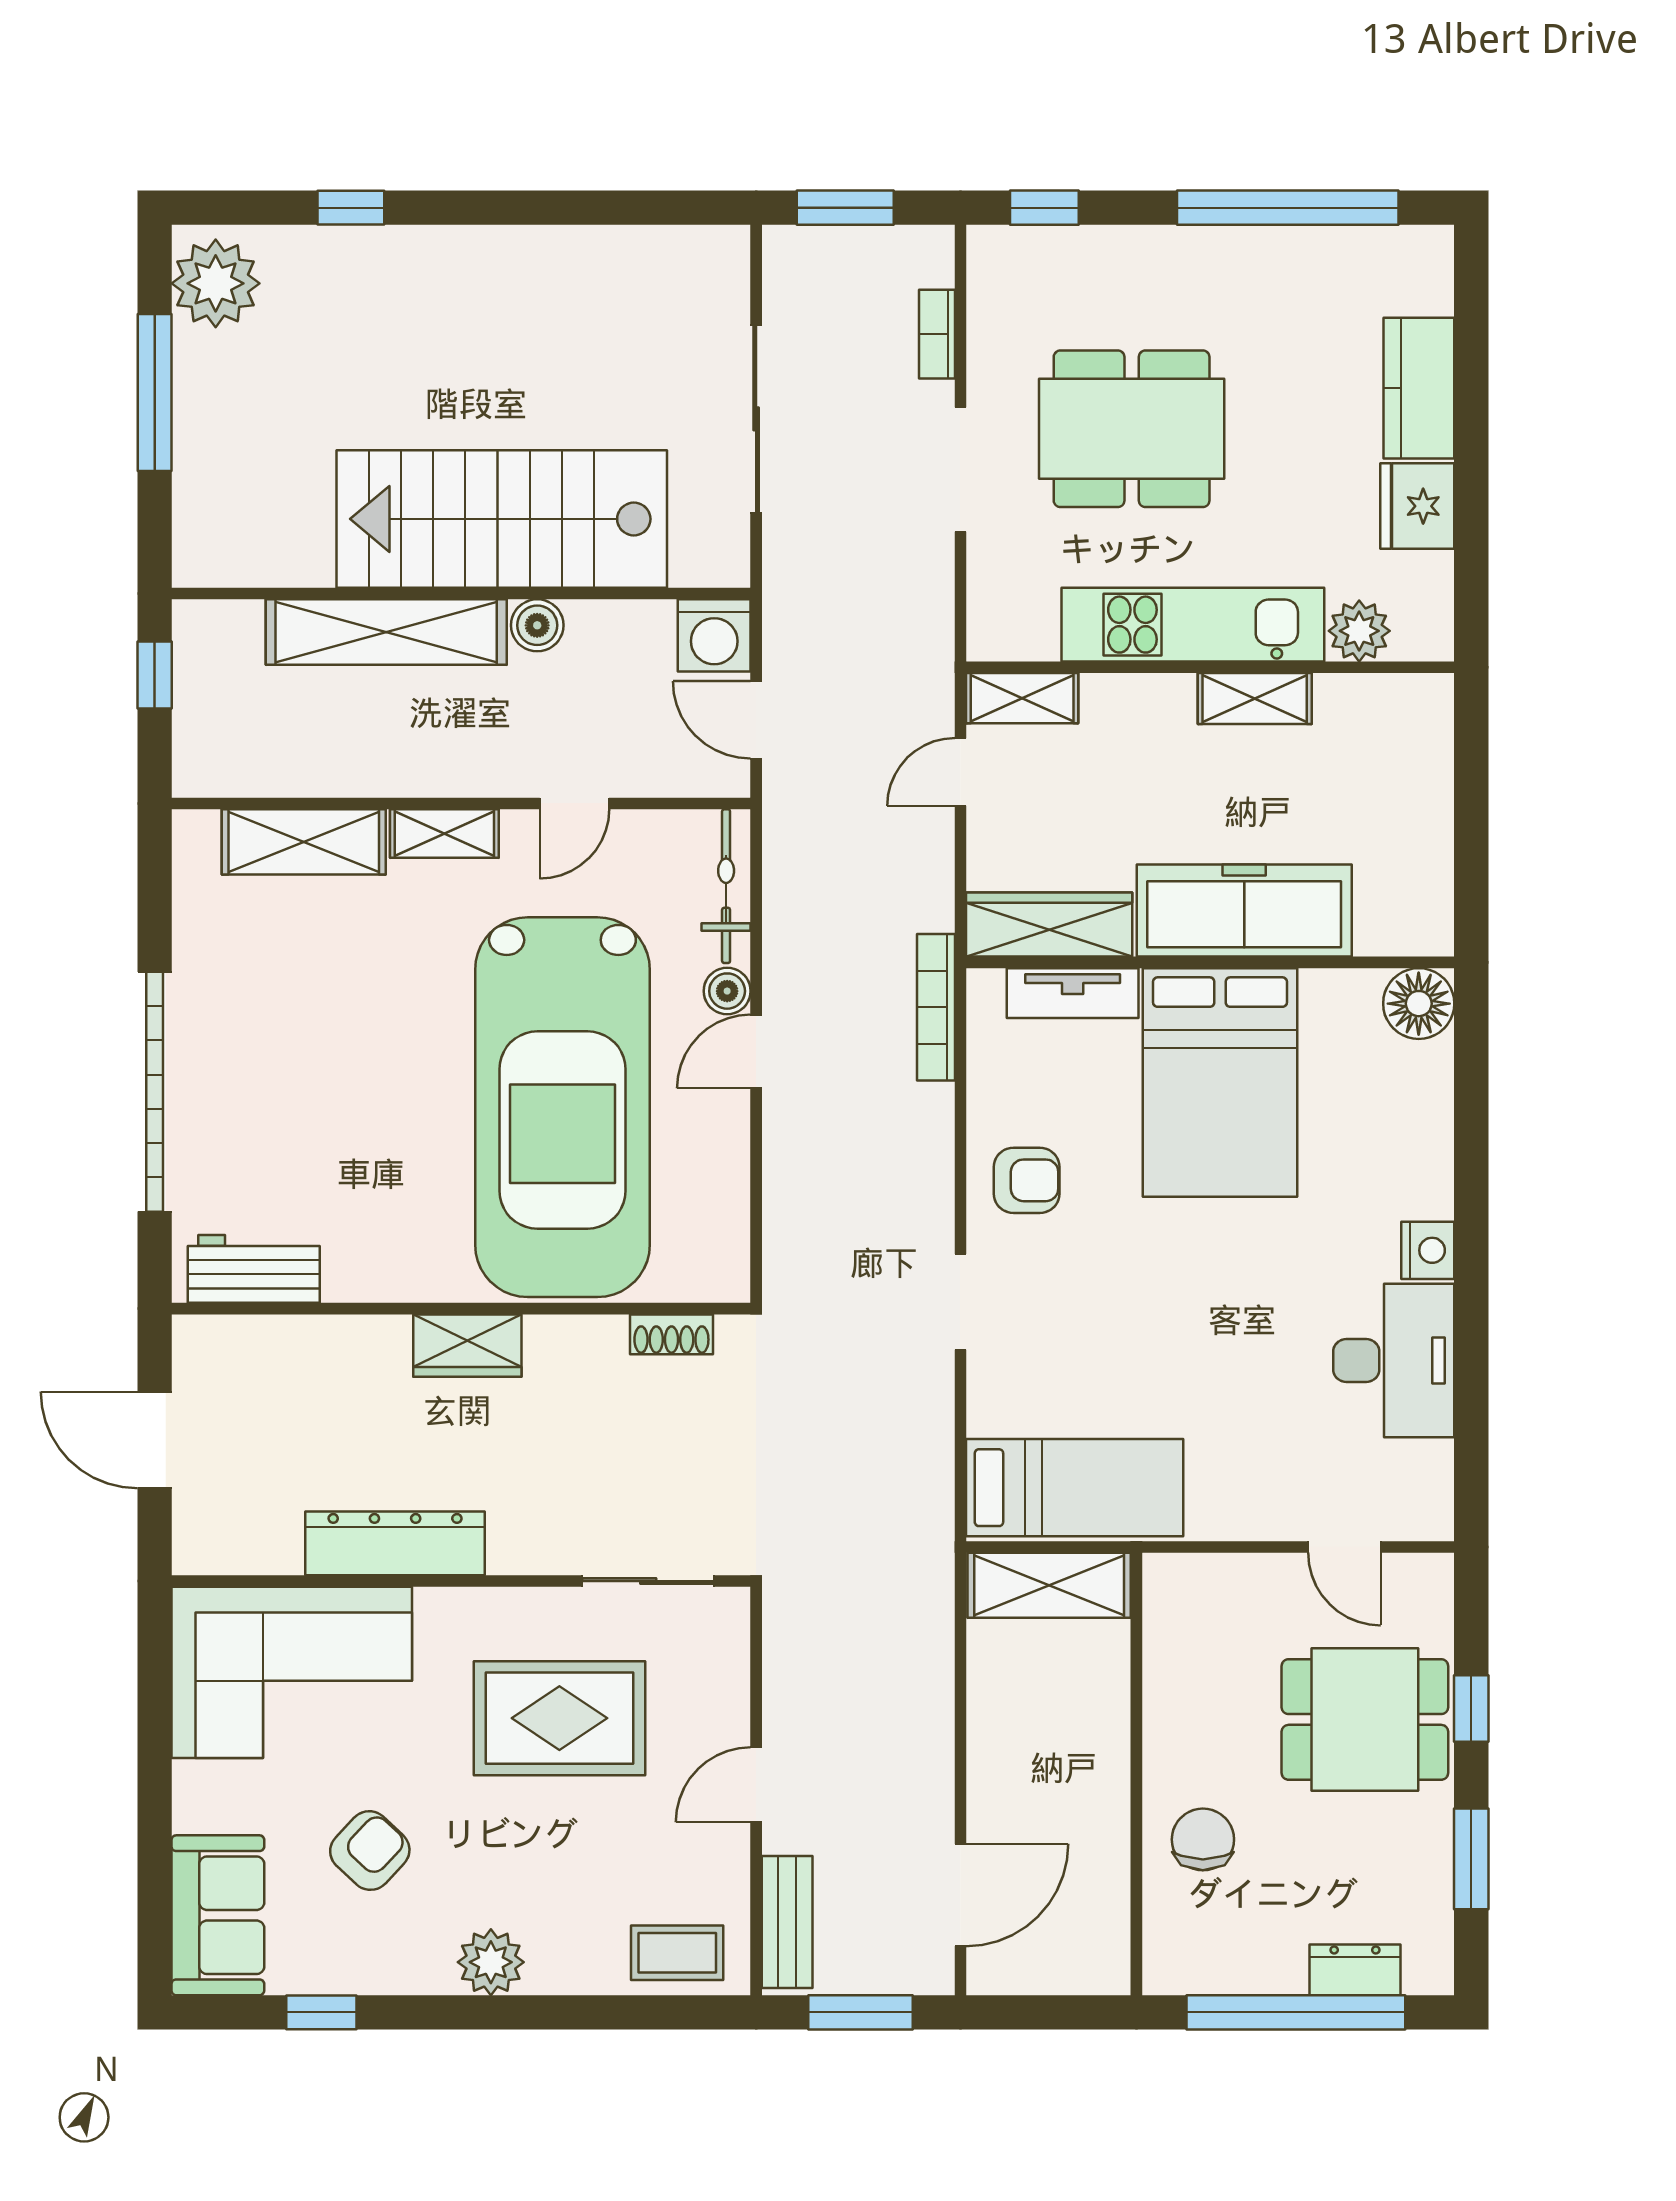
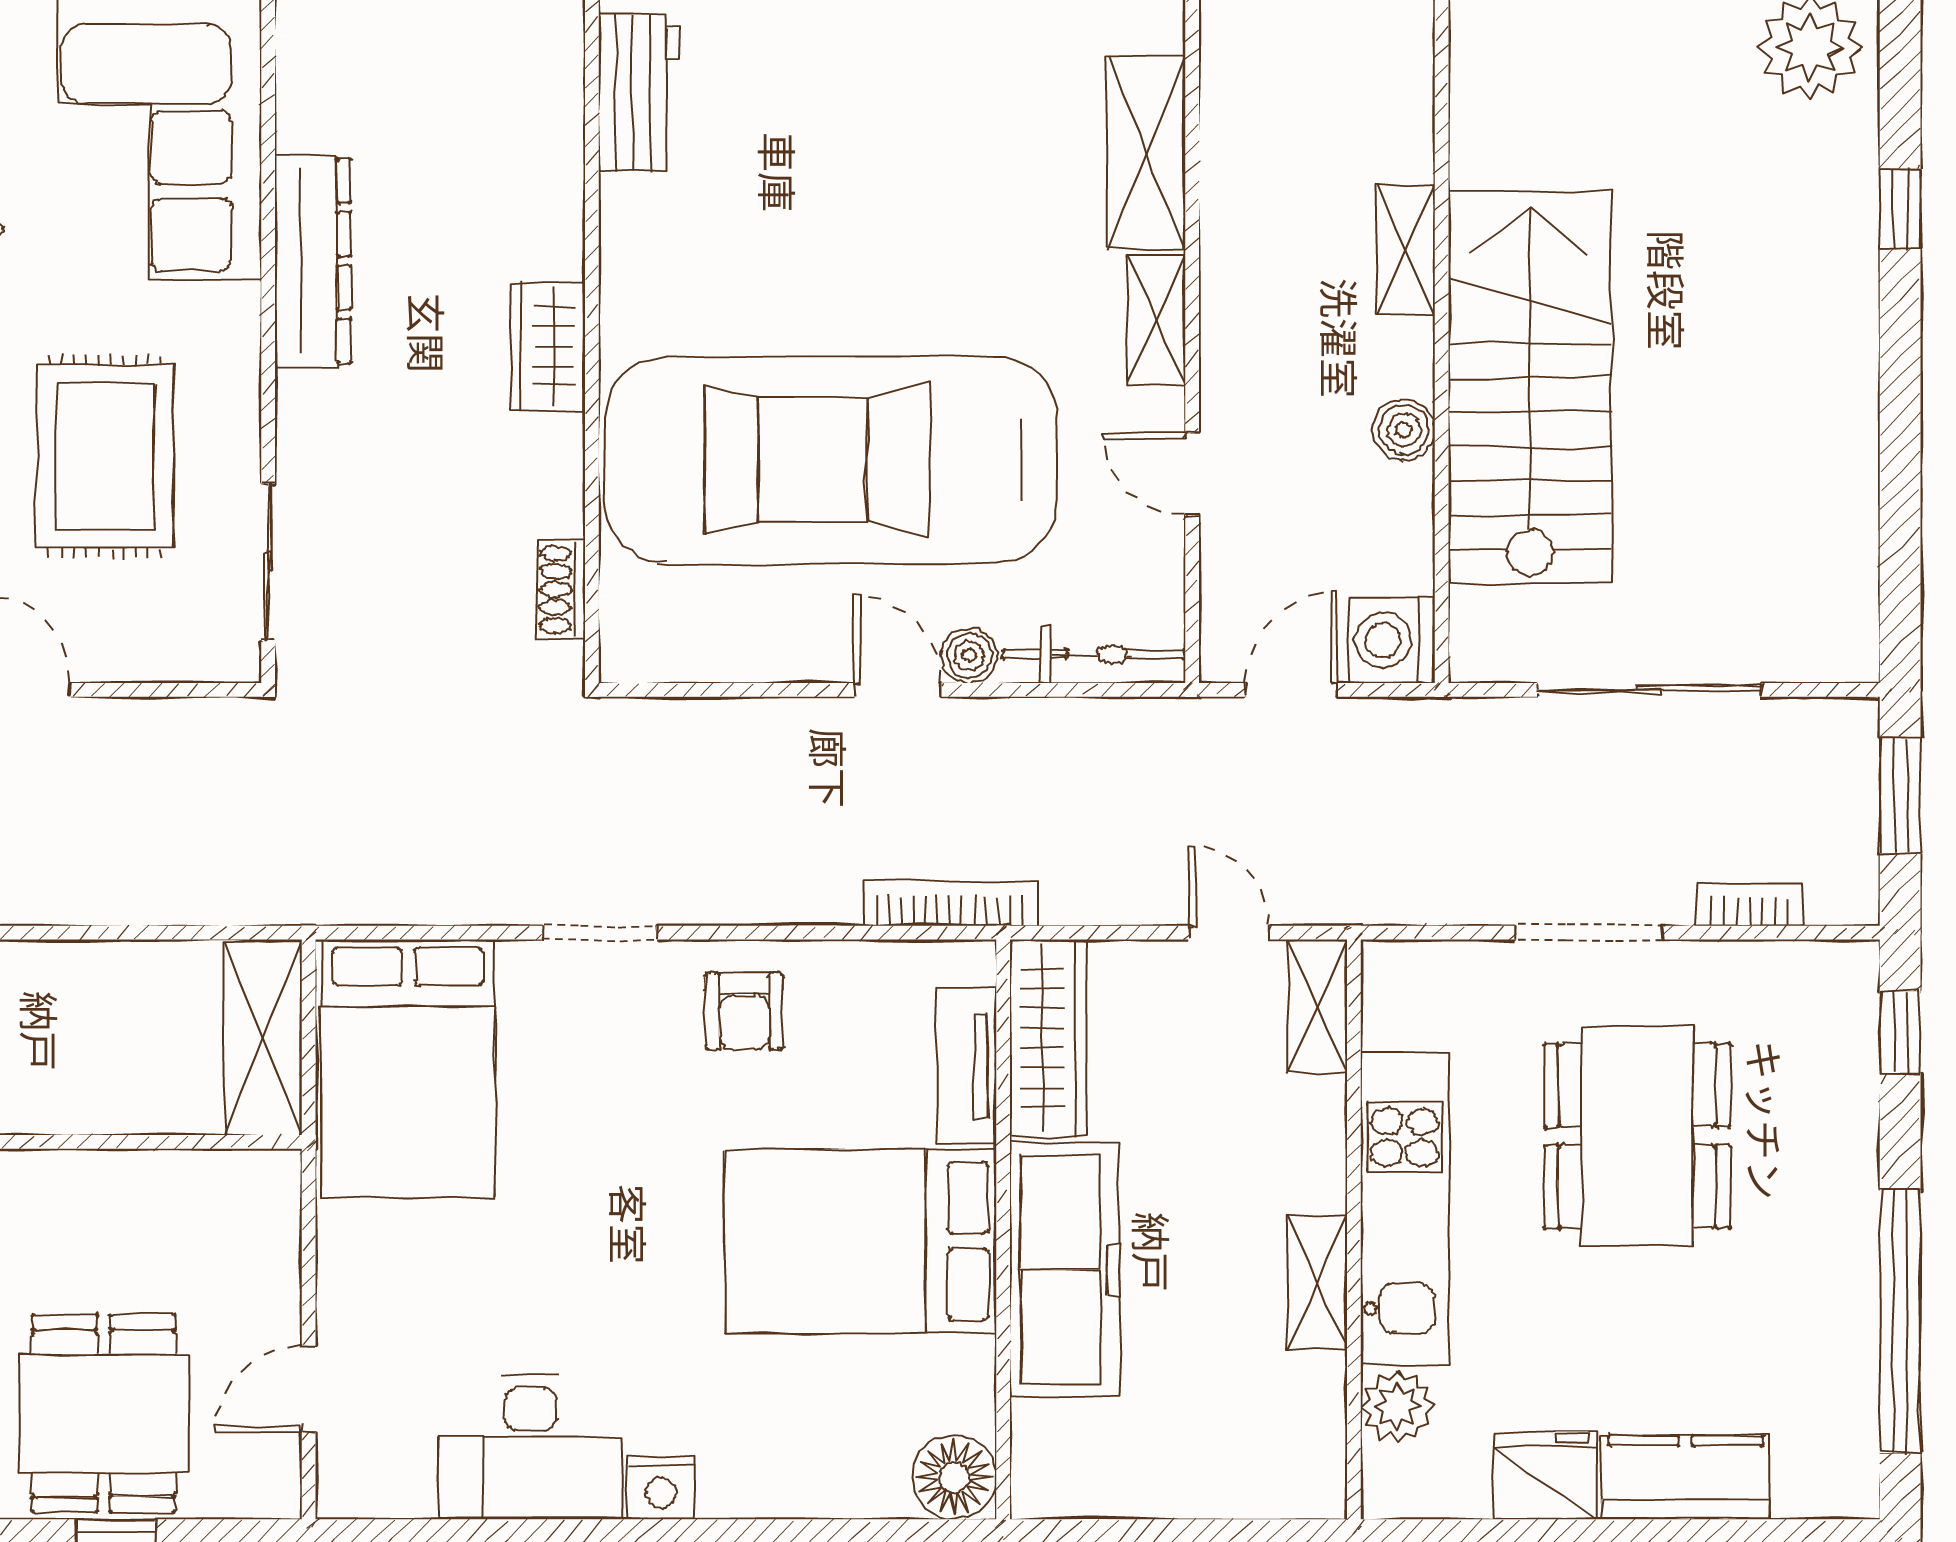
shelving: (386, 632) -> (1406, 250), width x0.45, depth x0.75
bed: (1075, 1488) -> (408, 1068), width x1.50

